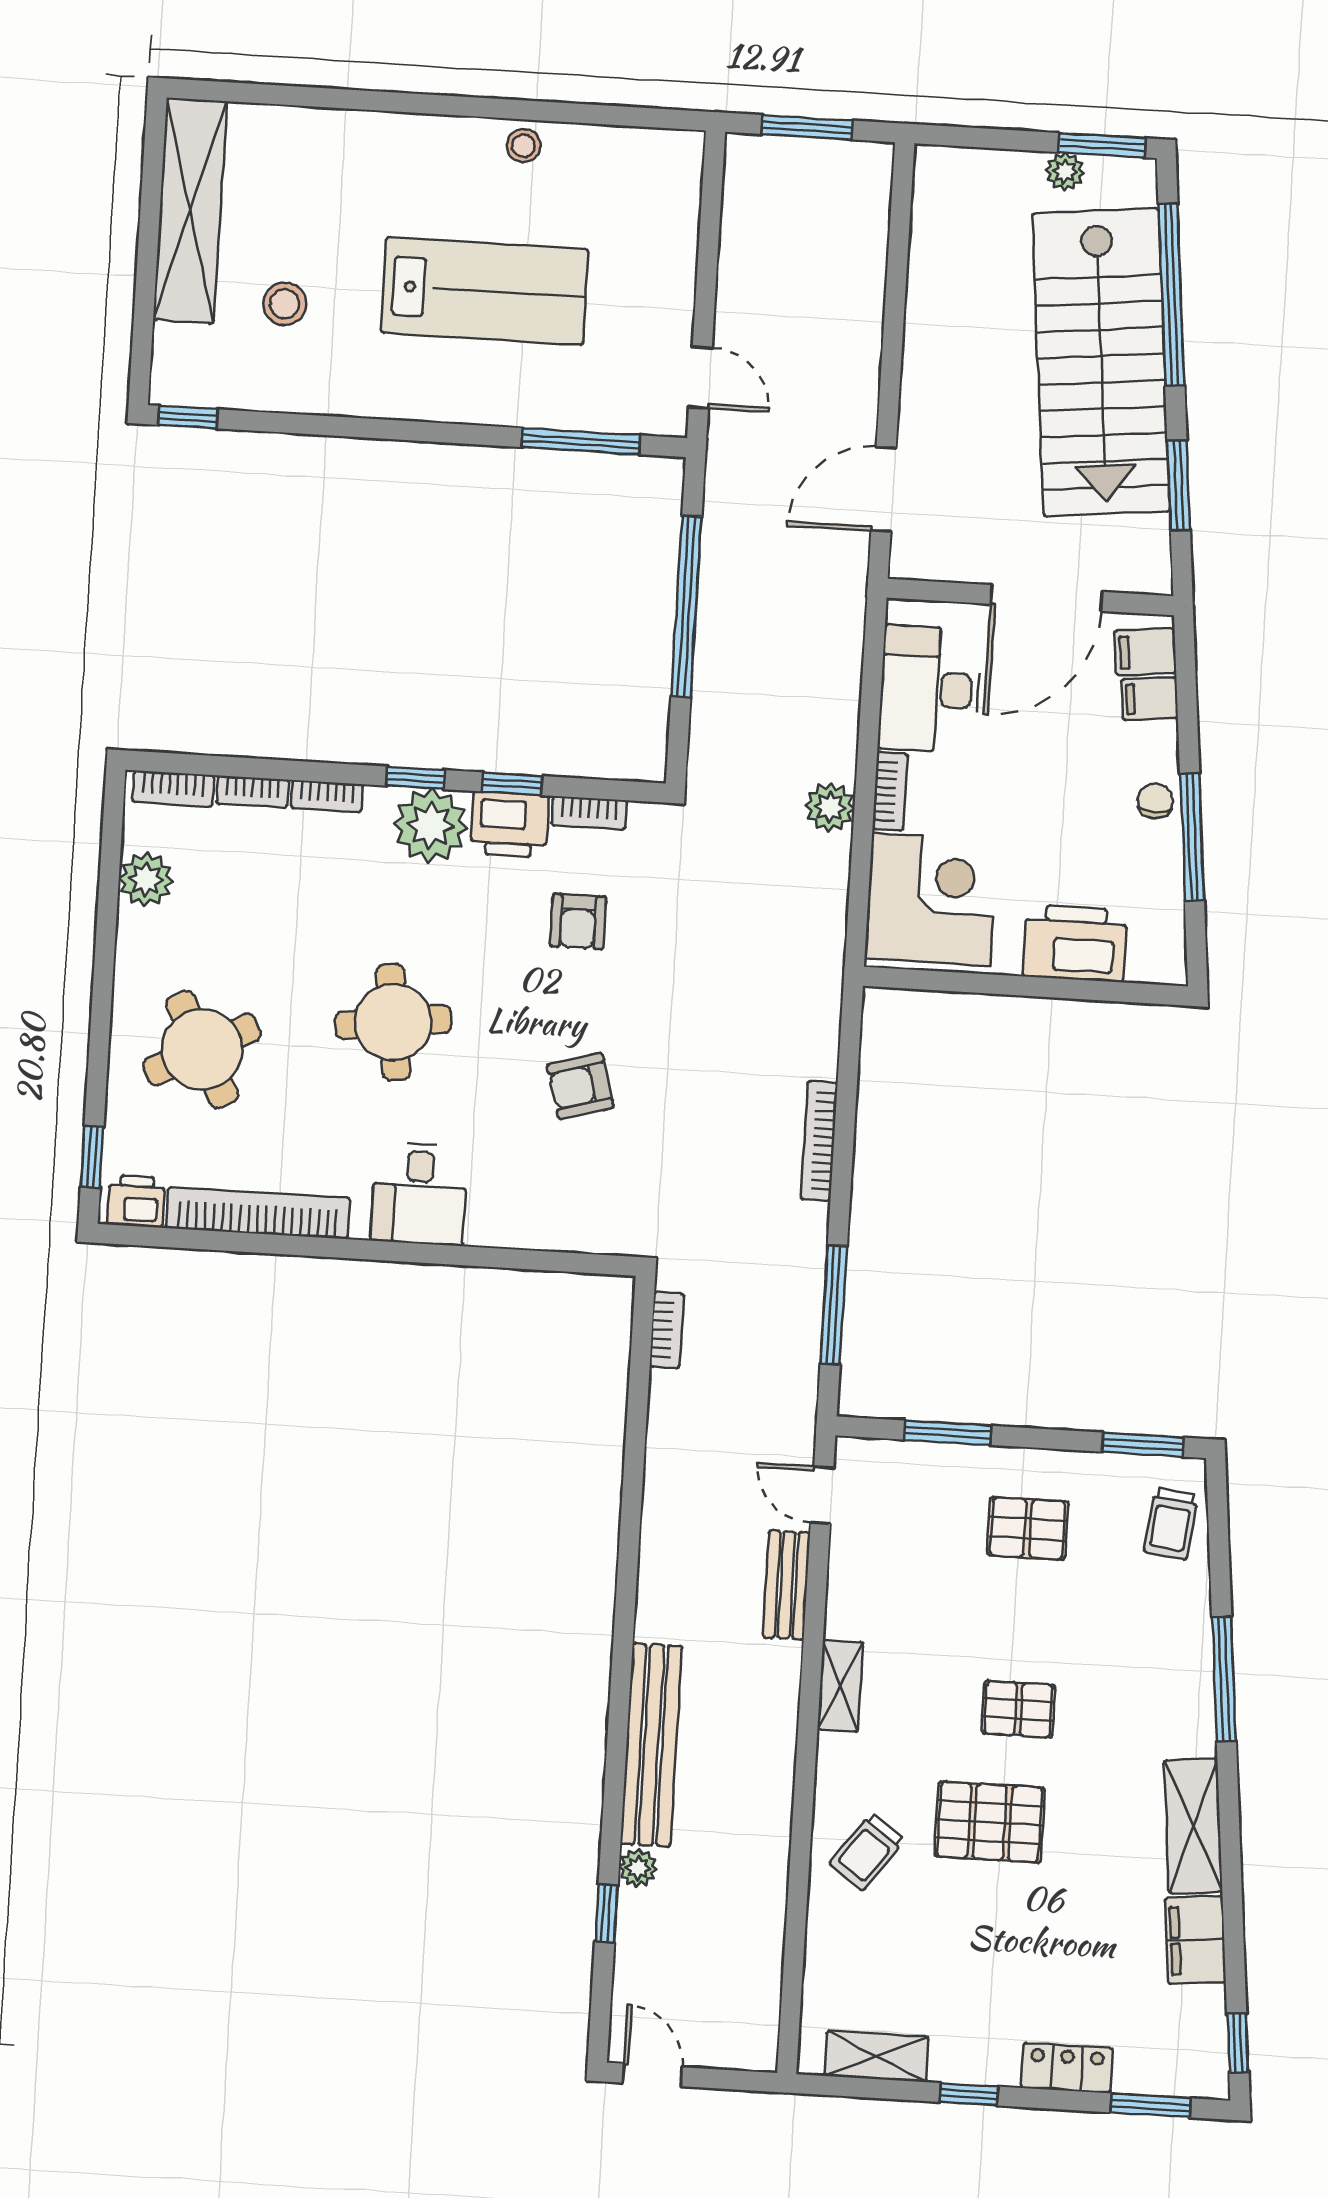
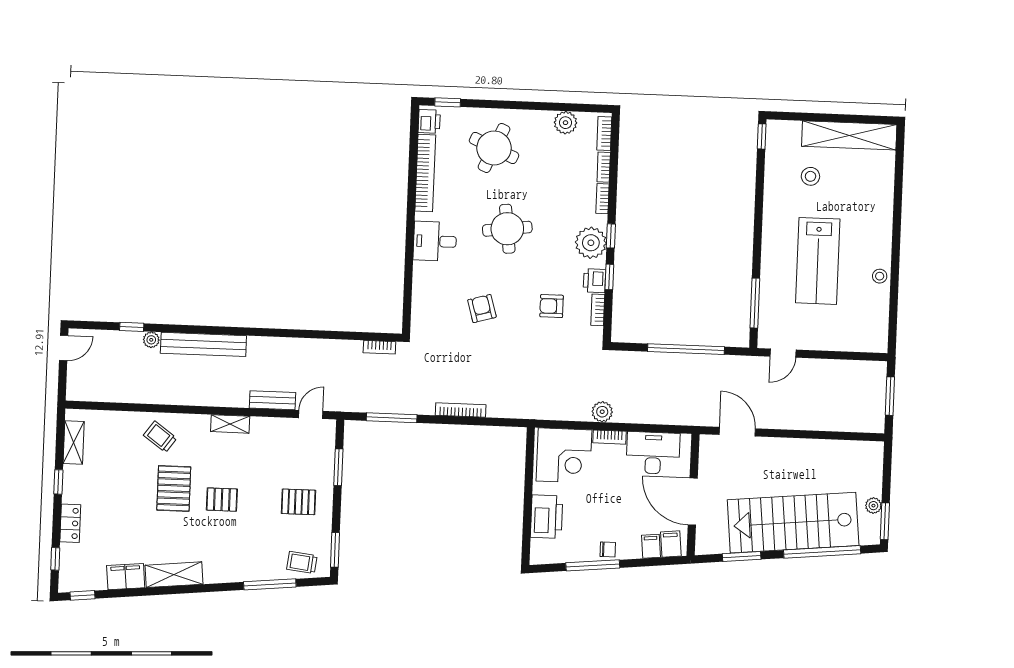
printer: (510, 824) -> (594, 281), width x0.73, depth x0.81
round table: (202, 1049) -> (494, 148), turned -38
pallet: (1028, 1528) -> (299, 502), turned 90
window: (1224, 1679) -> (270, 584), moved
pallet: (1018, 1709) -> (222, 500), turned 90
window: (1150, 2105) -> (55, 559), width x0.67

